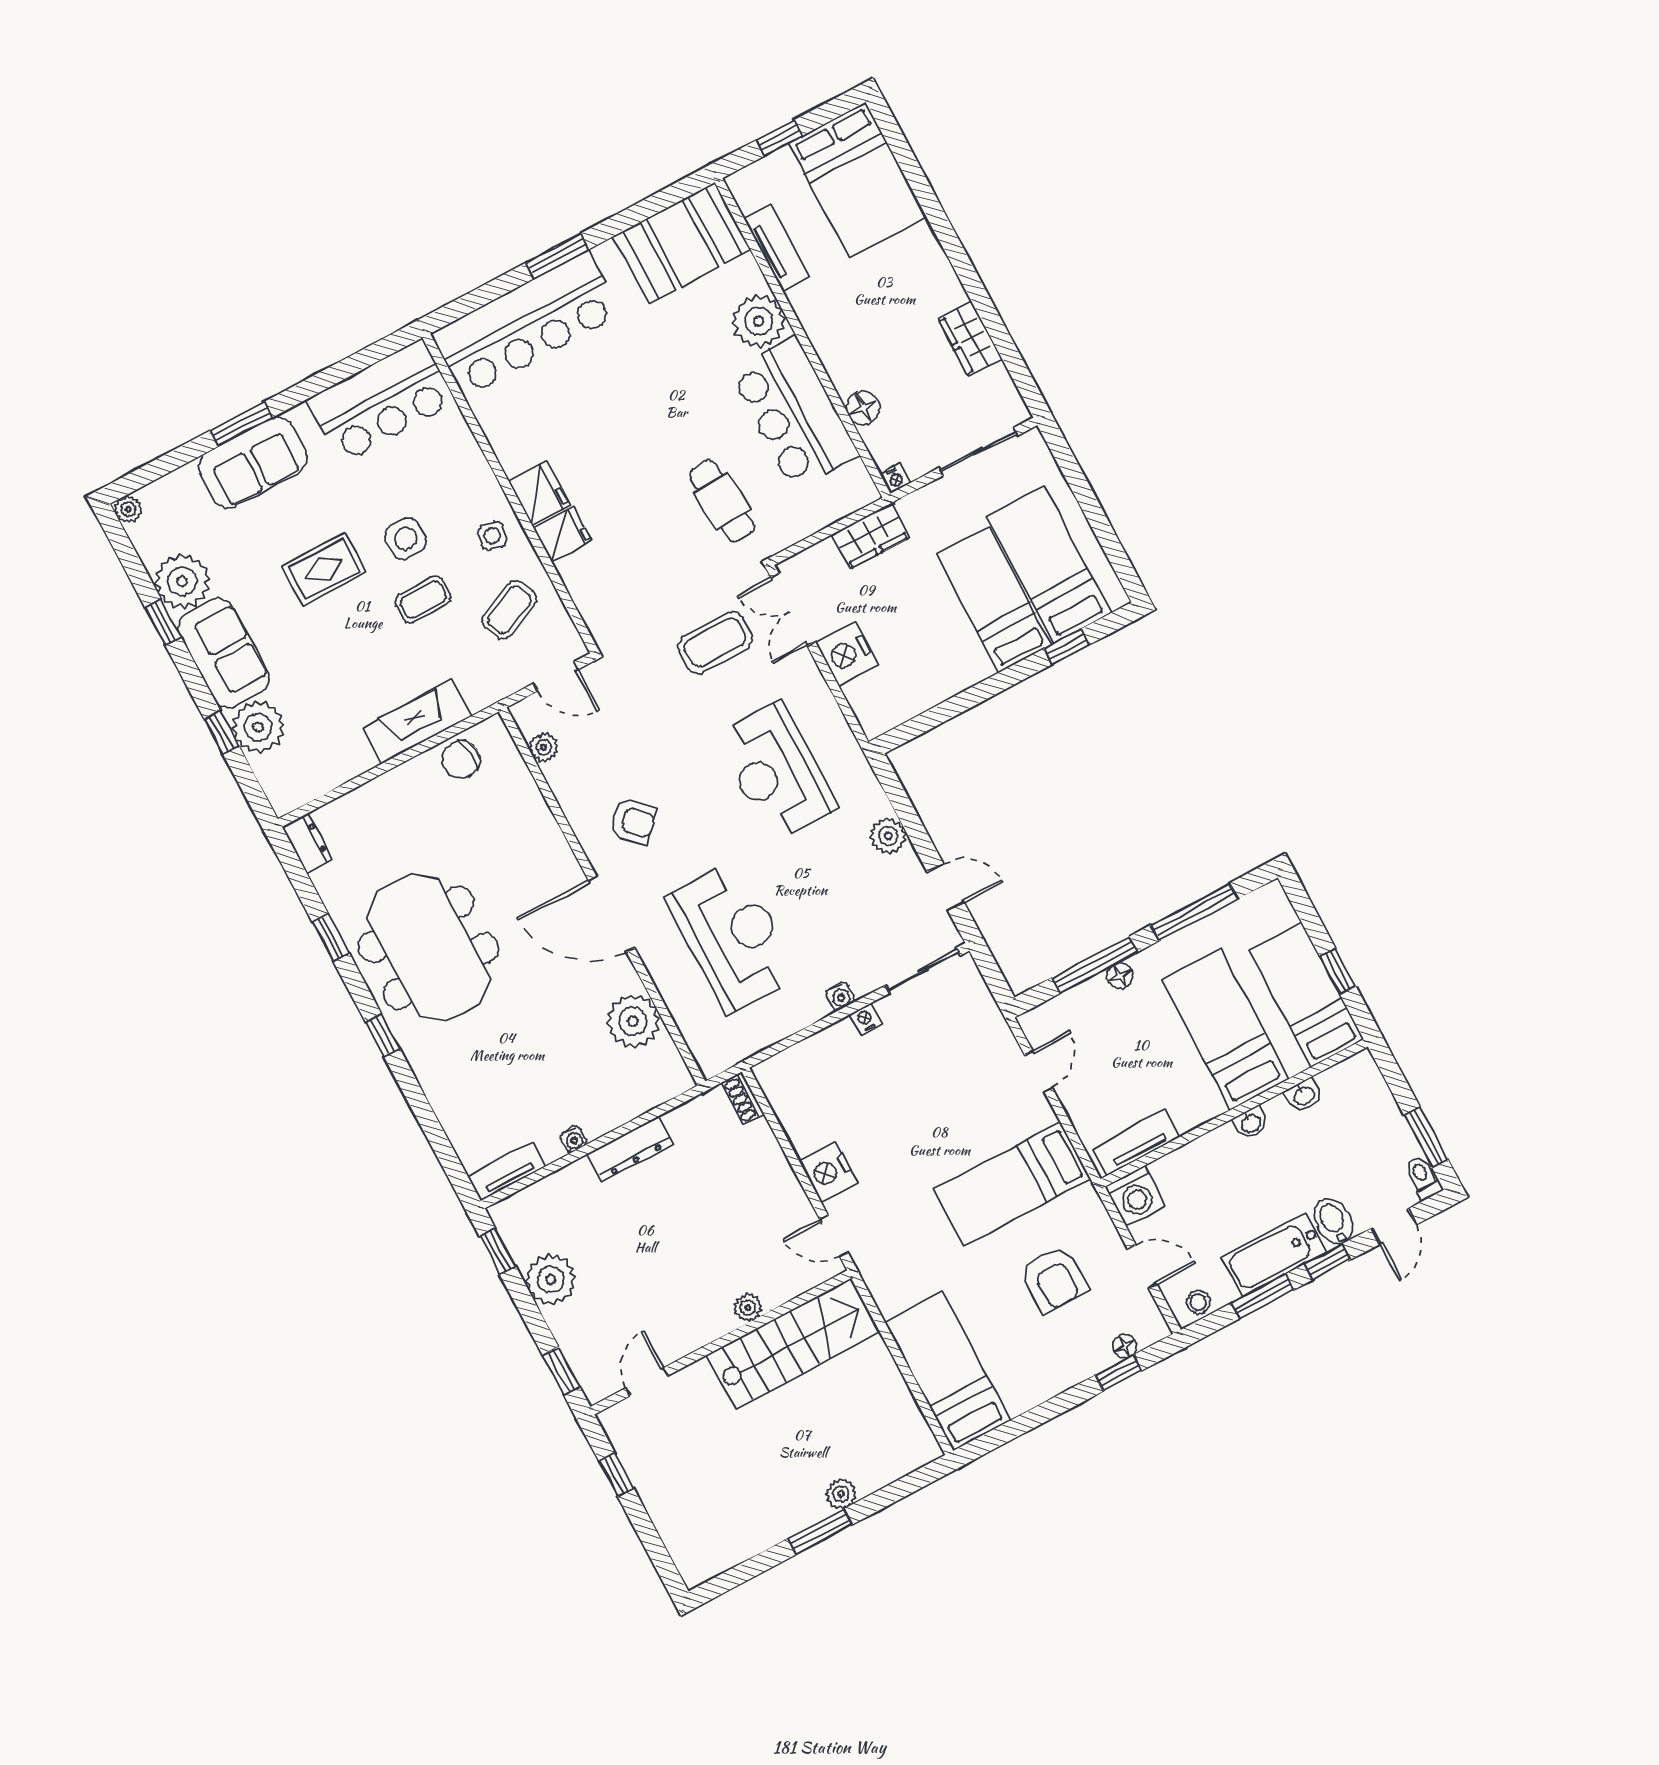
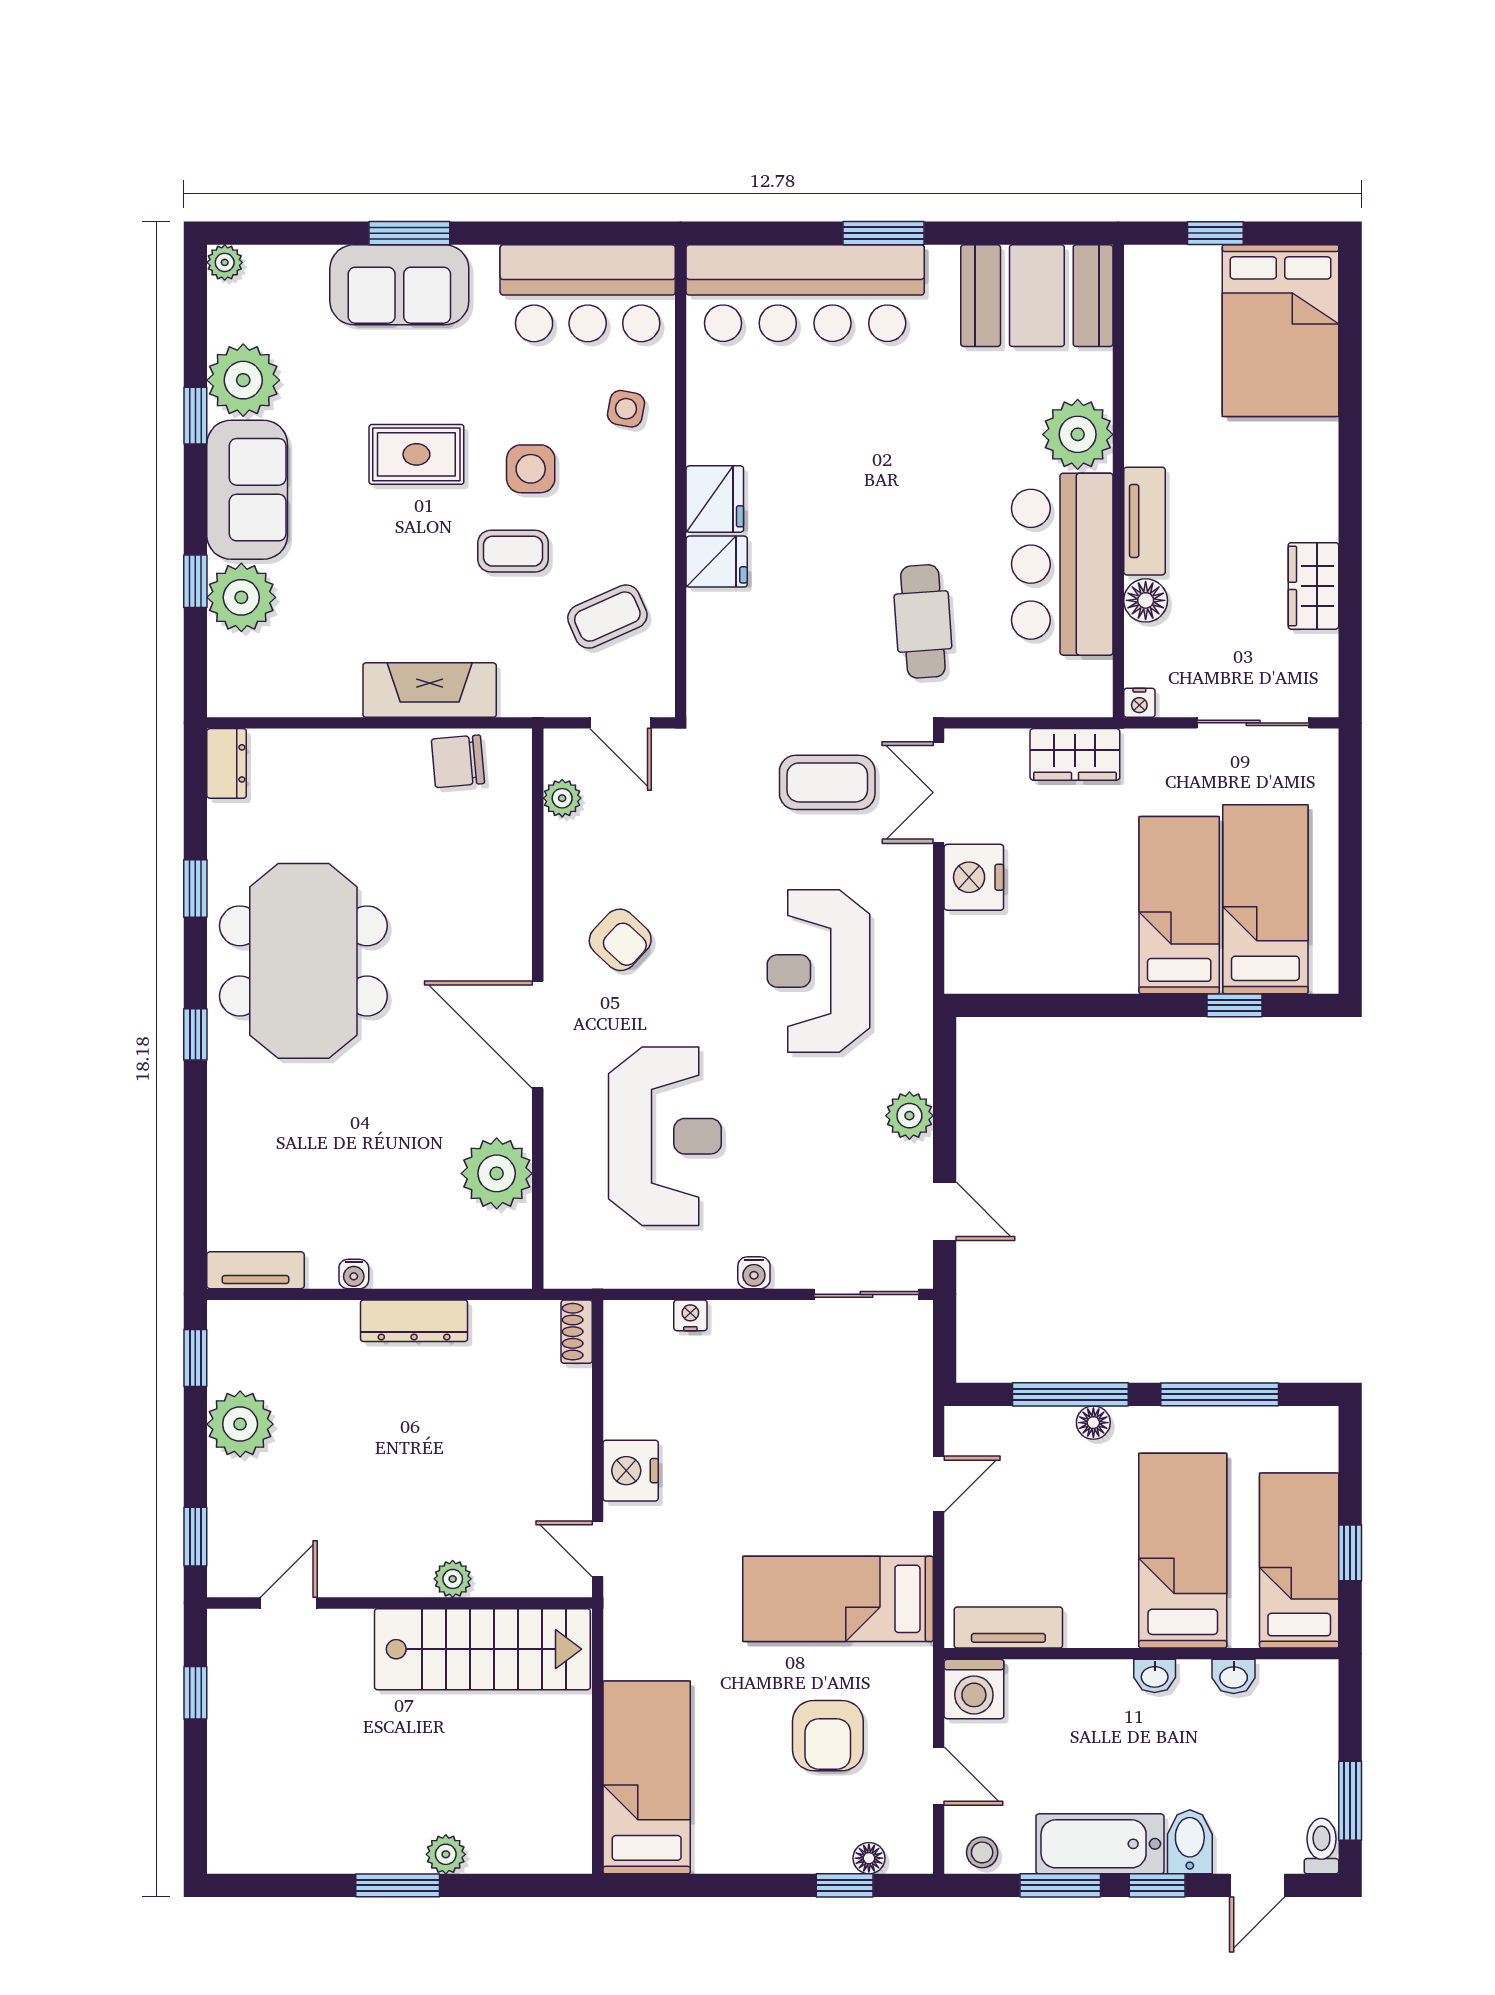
tv unit: (777, 248) -> (1144, 521), moved
side table: (492, 536) -> (626, 409), moved
nightstand: (865, 1019) -> (690, 1315), moved

